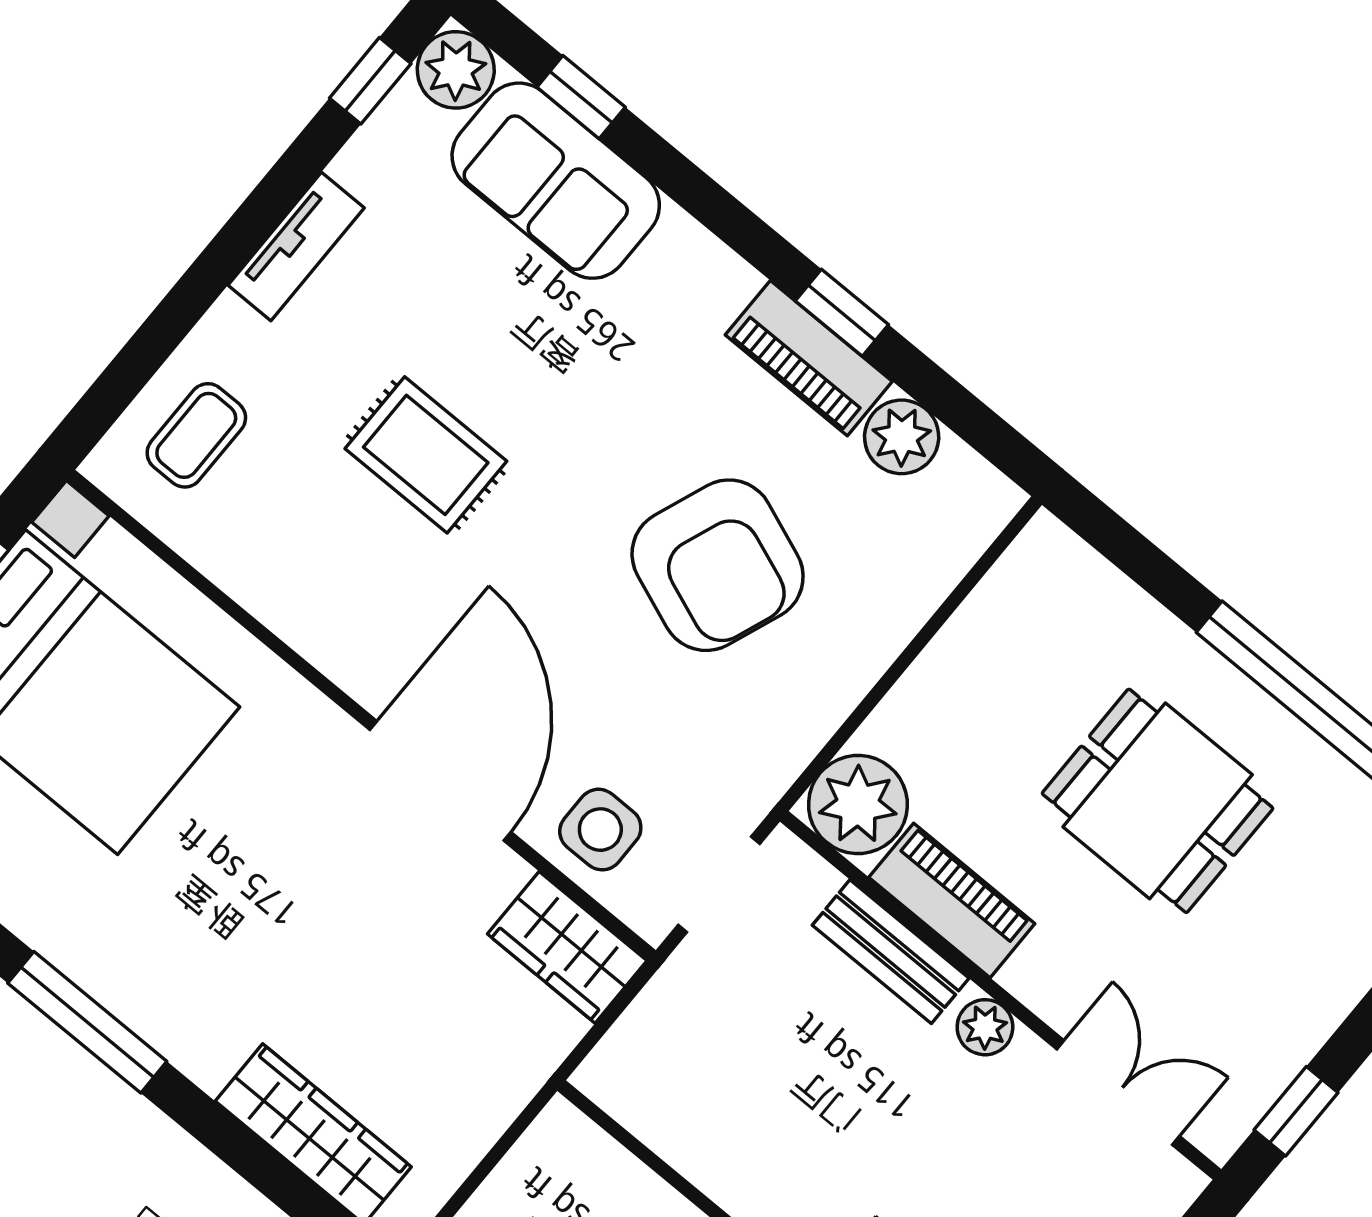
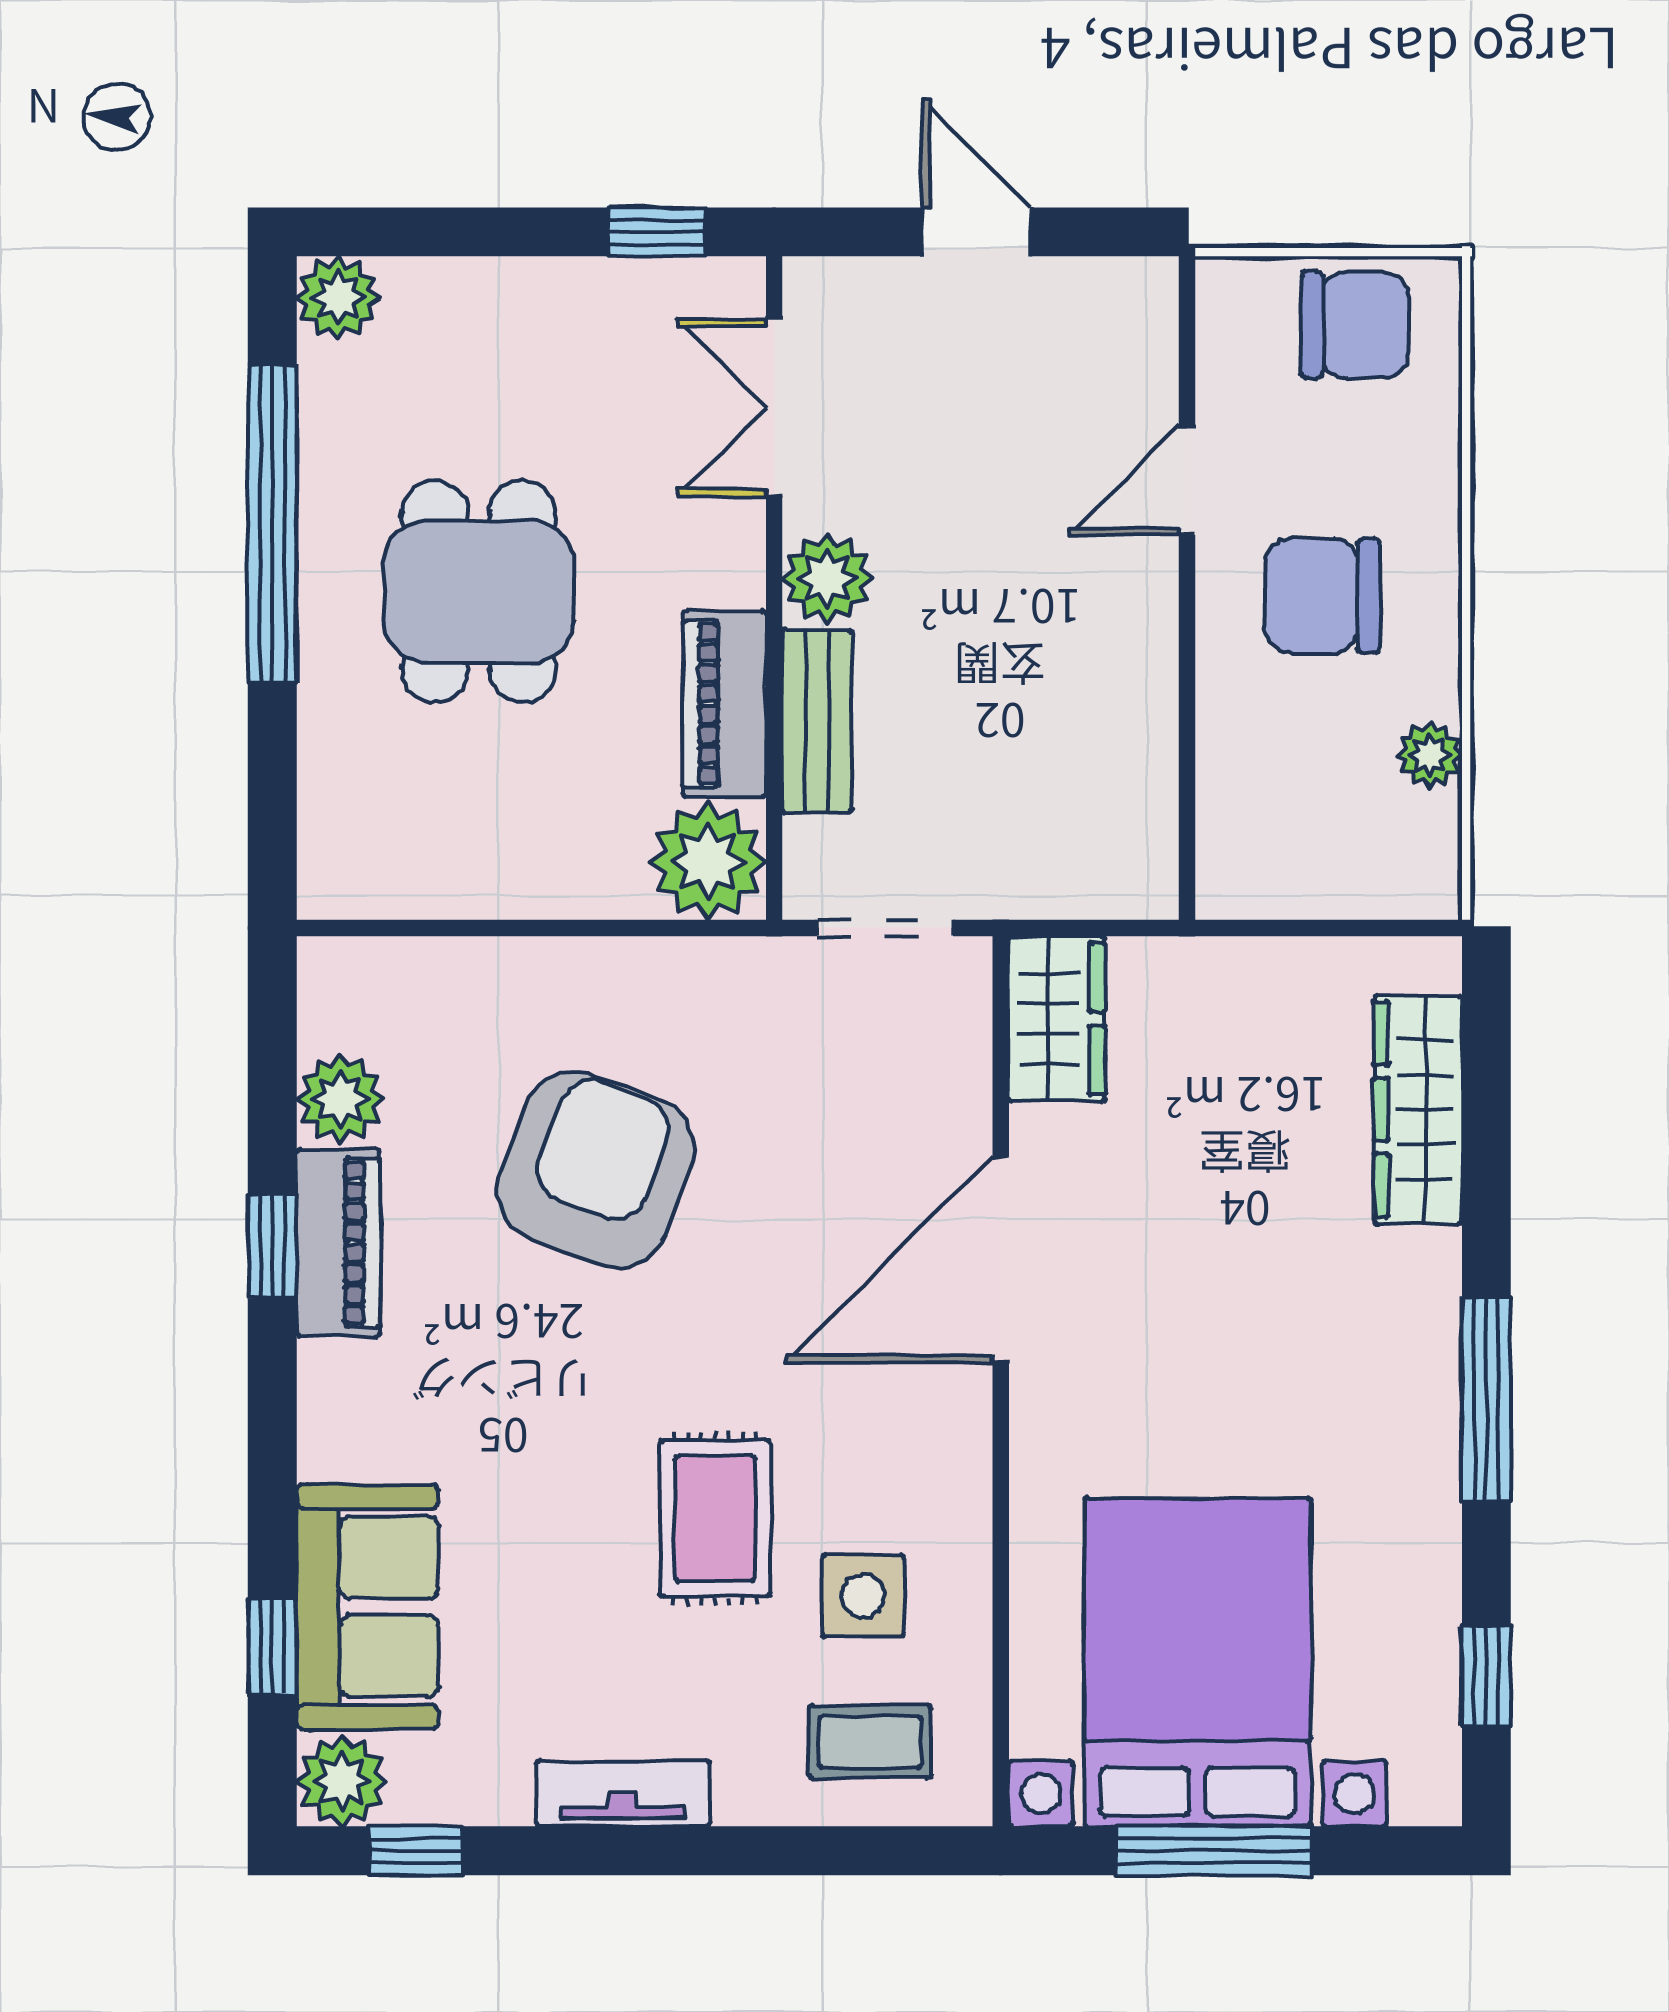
side table: (600, 830) -> (863, 1596), moved
plant: (985, 1027) -> (827, 578), width x1.38, depth x1.38

